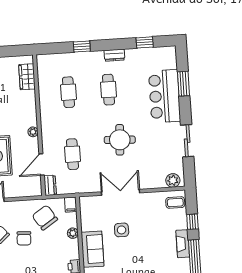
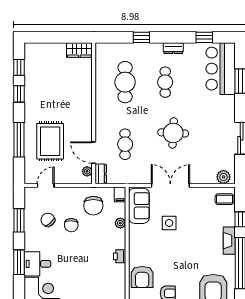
wardrobe: (27, 77) -> (79, 50), moved, turned -90
cafe table: (68, 92) -> (125, 82), width x1.37, depth x1.35
bar counter: (165, 96) -> (221, 69), moved
plant: (33, 132) -> (87, 171), moved
door: (42, 164) -> (94, 153), hinge flipped
chair: (45, 218) -> (93, 206), turned -147
sofa: (93, 249) -> (139, 206), moved

